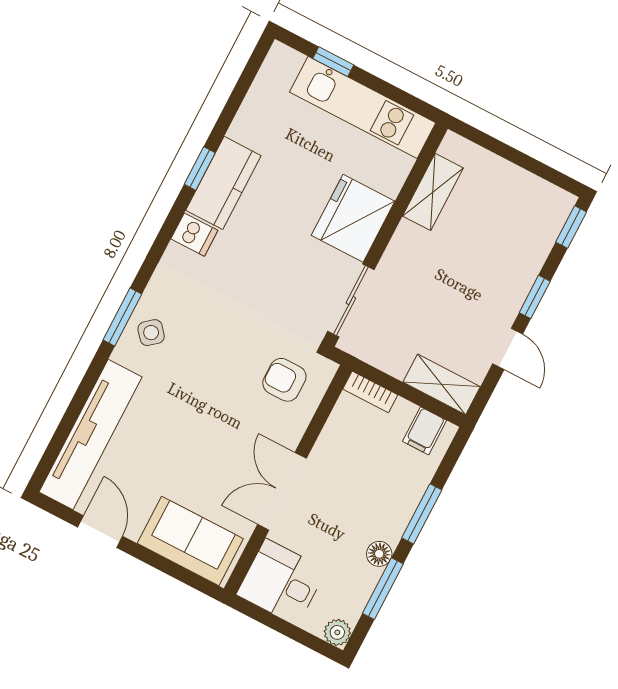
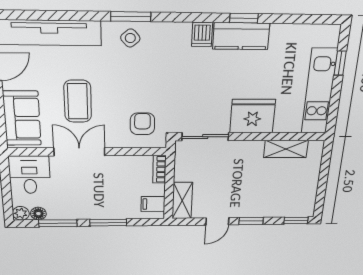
coffee table: (204, 451) -> (78, 101), added
floor lamp: (379, 554) -> (38, 214), moved

